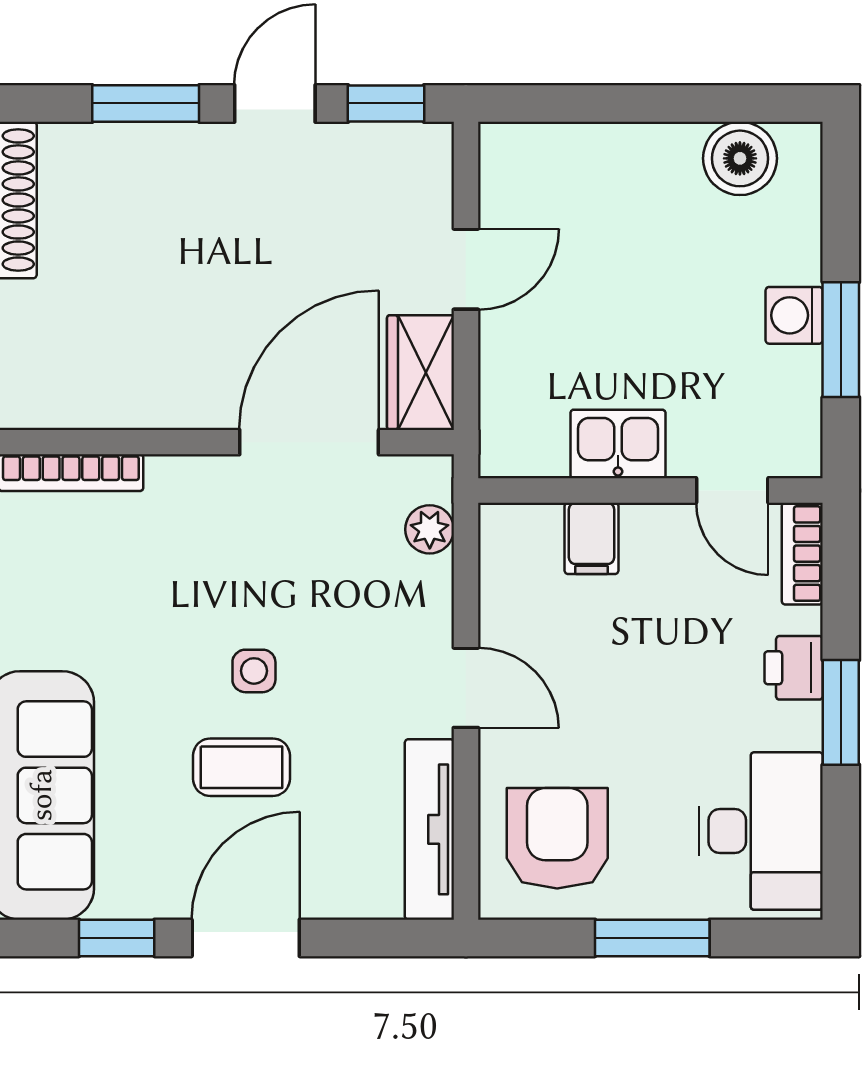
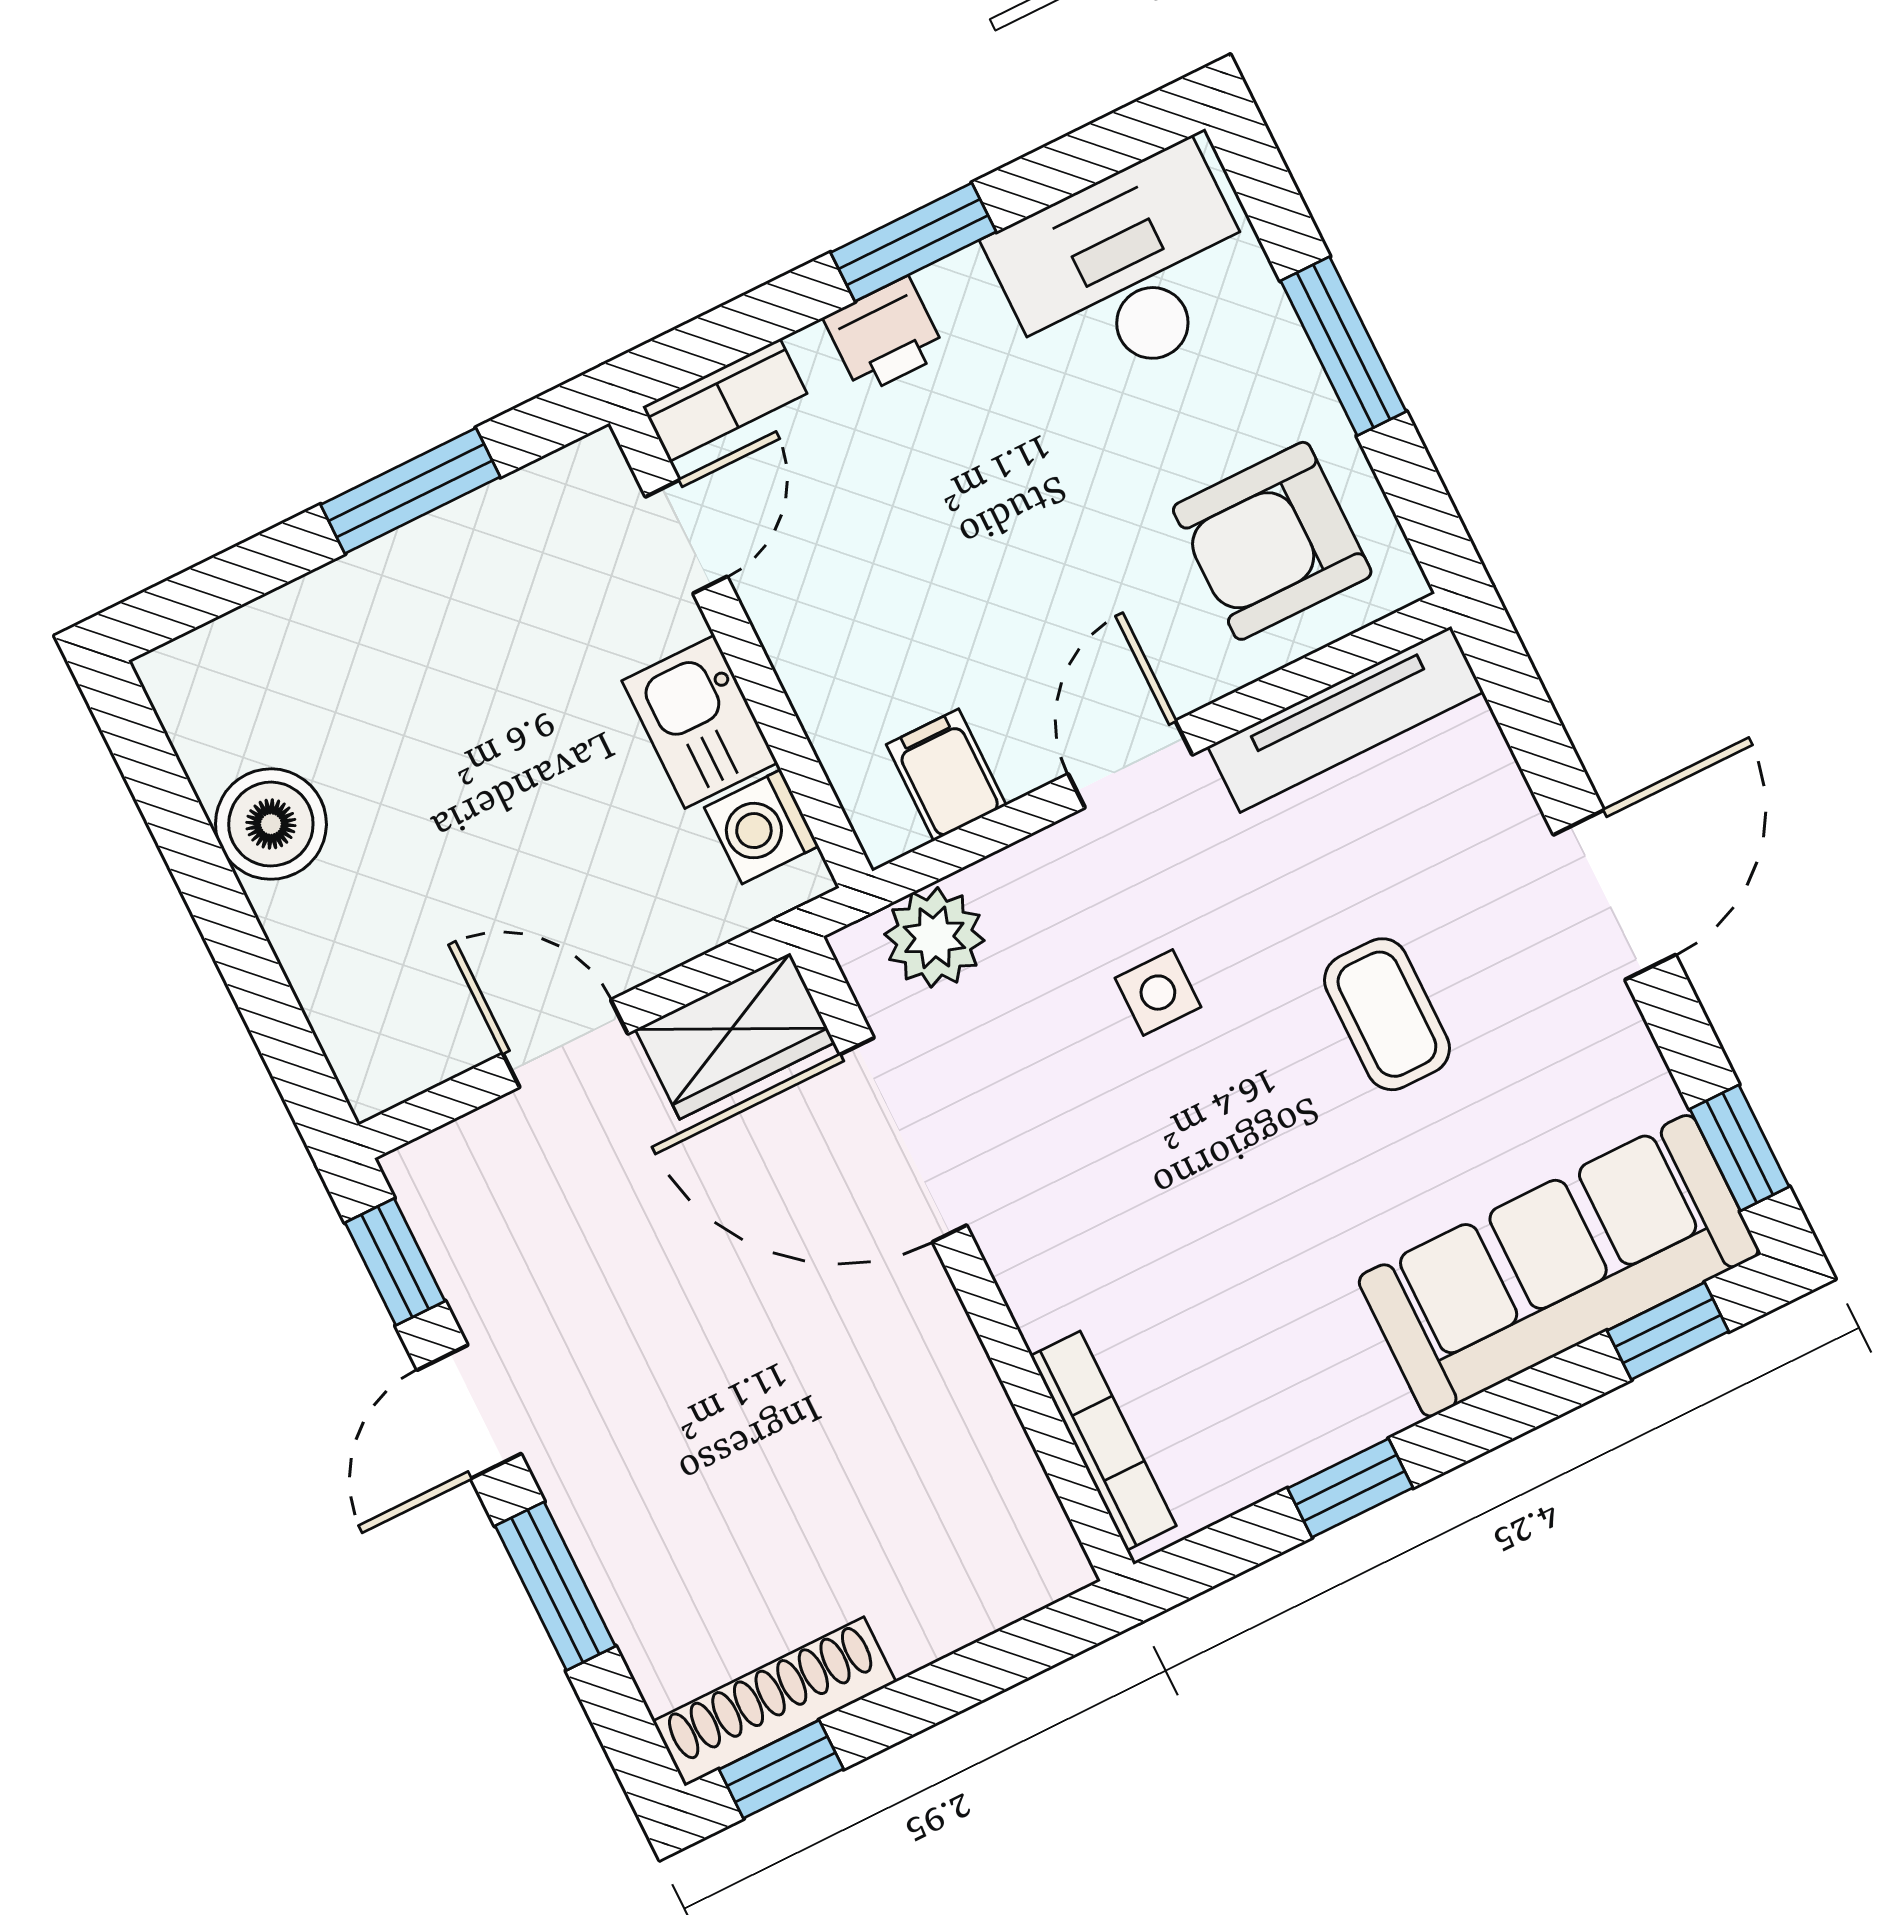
door: (275, 103) -> (469, 1412), hinge flipped
boiler: (740, 158) -> (271, 824), moved
washing machine: (794, 315) -> (762, 827), moved, turned 90
plant: (430, 529) -> (934, 937), width x1.38, depth x1.38
filing cabinet: (592, 538) -> (946, 775), moved, turned -90
side table: (254, 671) -> (1158, 993), moved
window: (117, 938) -> (1740, 1148), moved
door: (246, 938) -> (1615, 895), swing flipped

